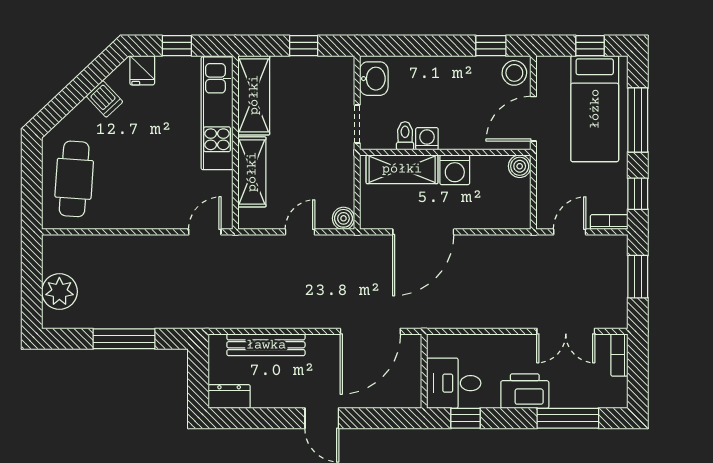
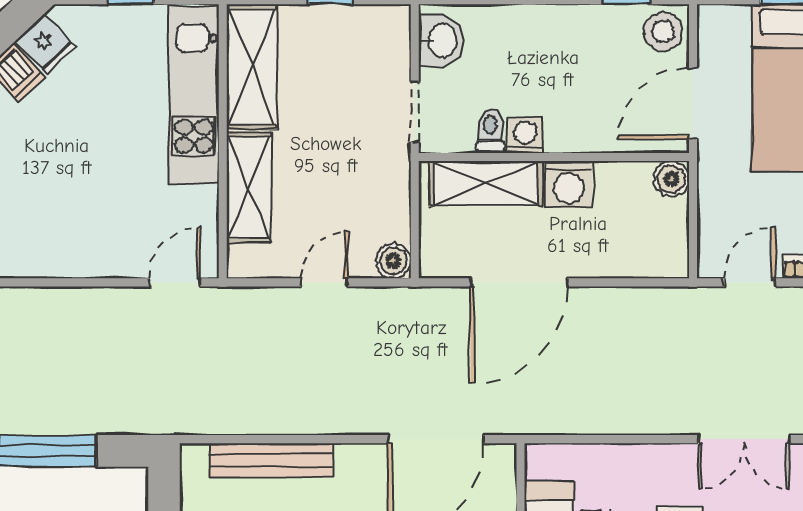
fridge: (142, 70) -> (46, 44), moved, turned -43

